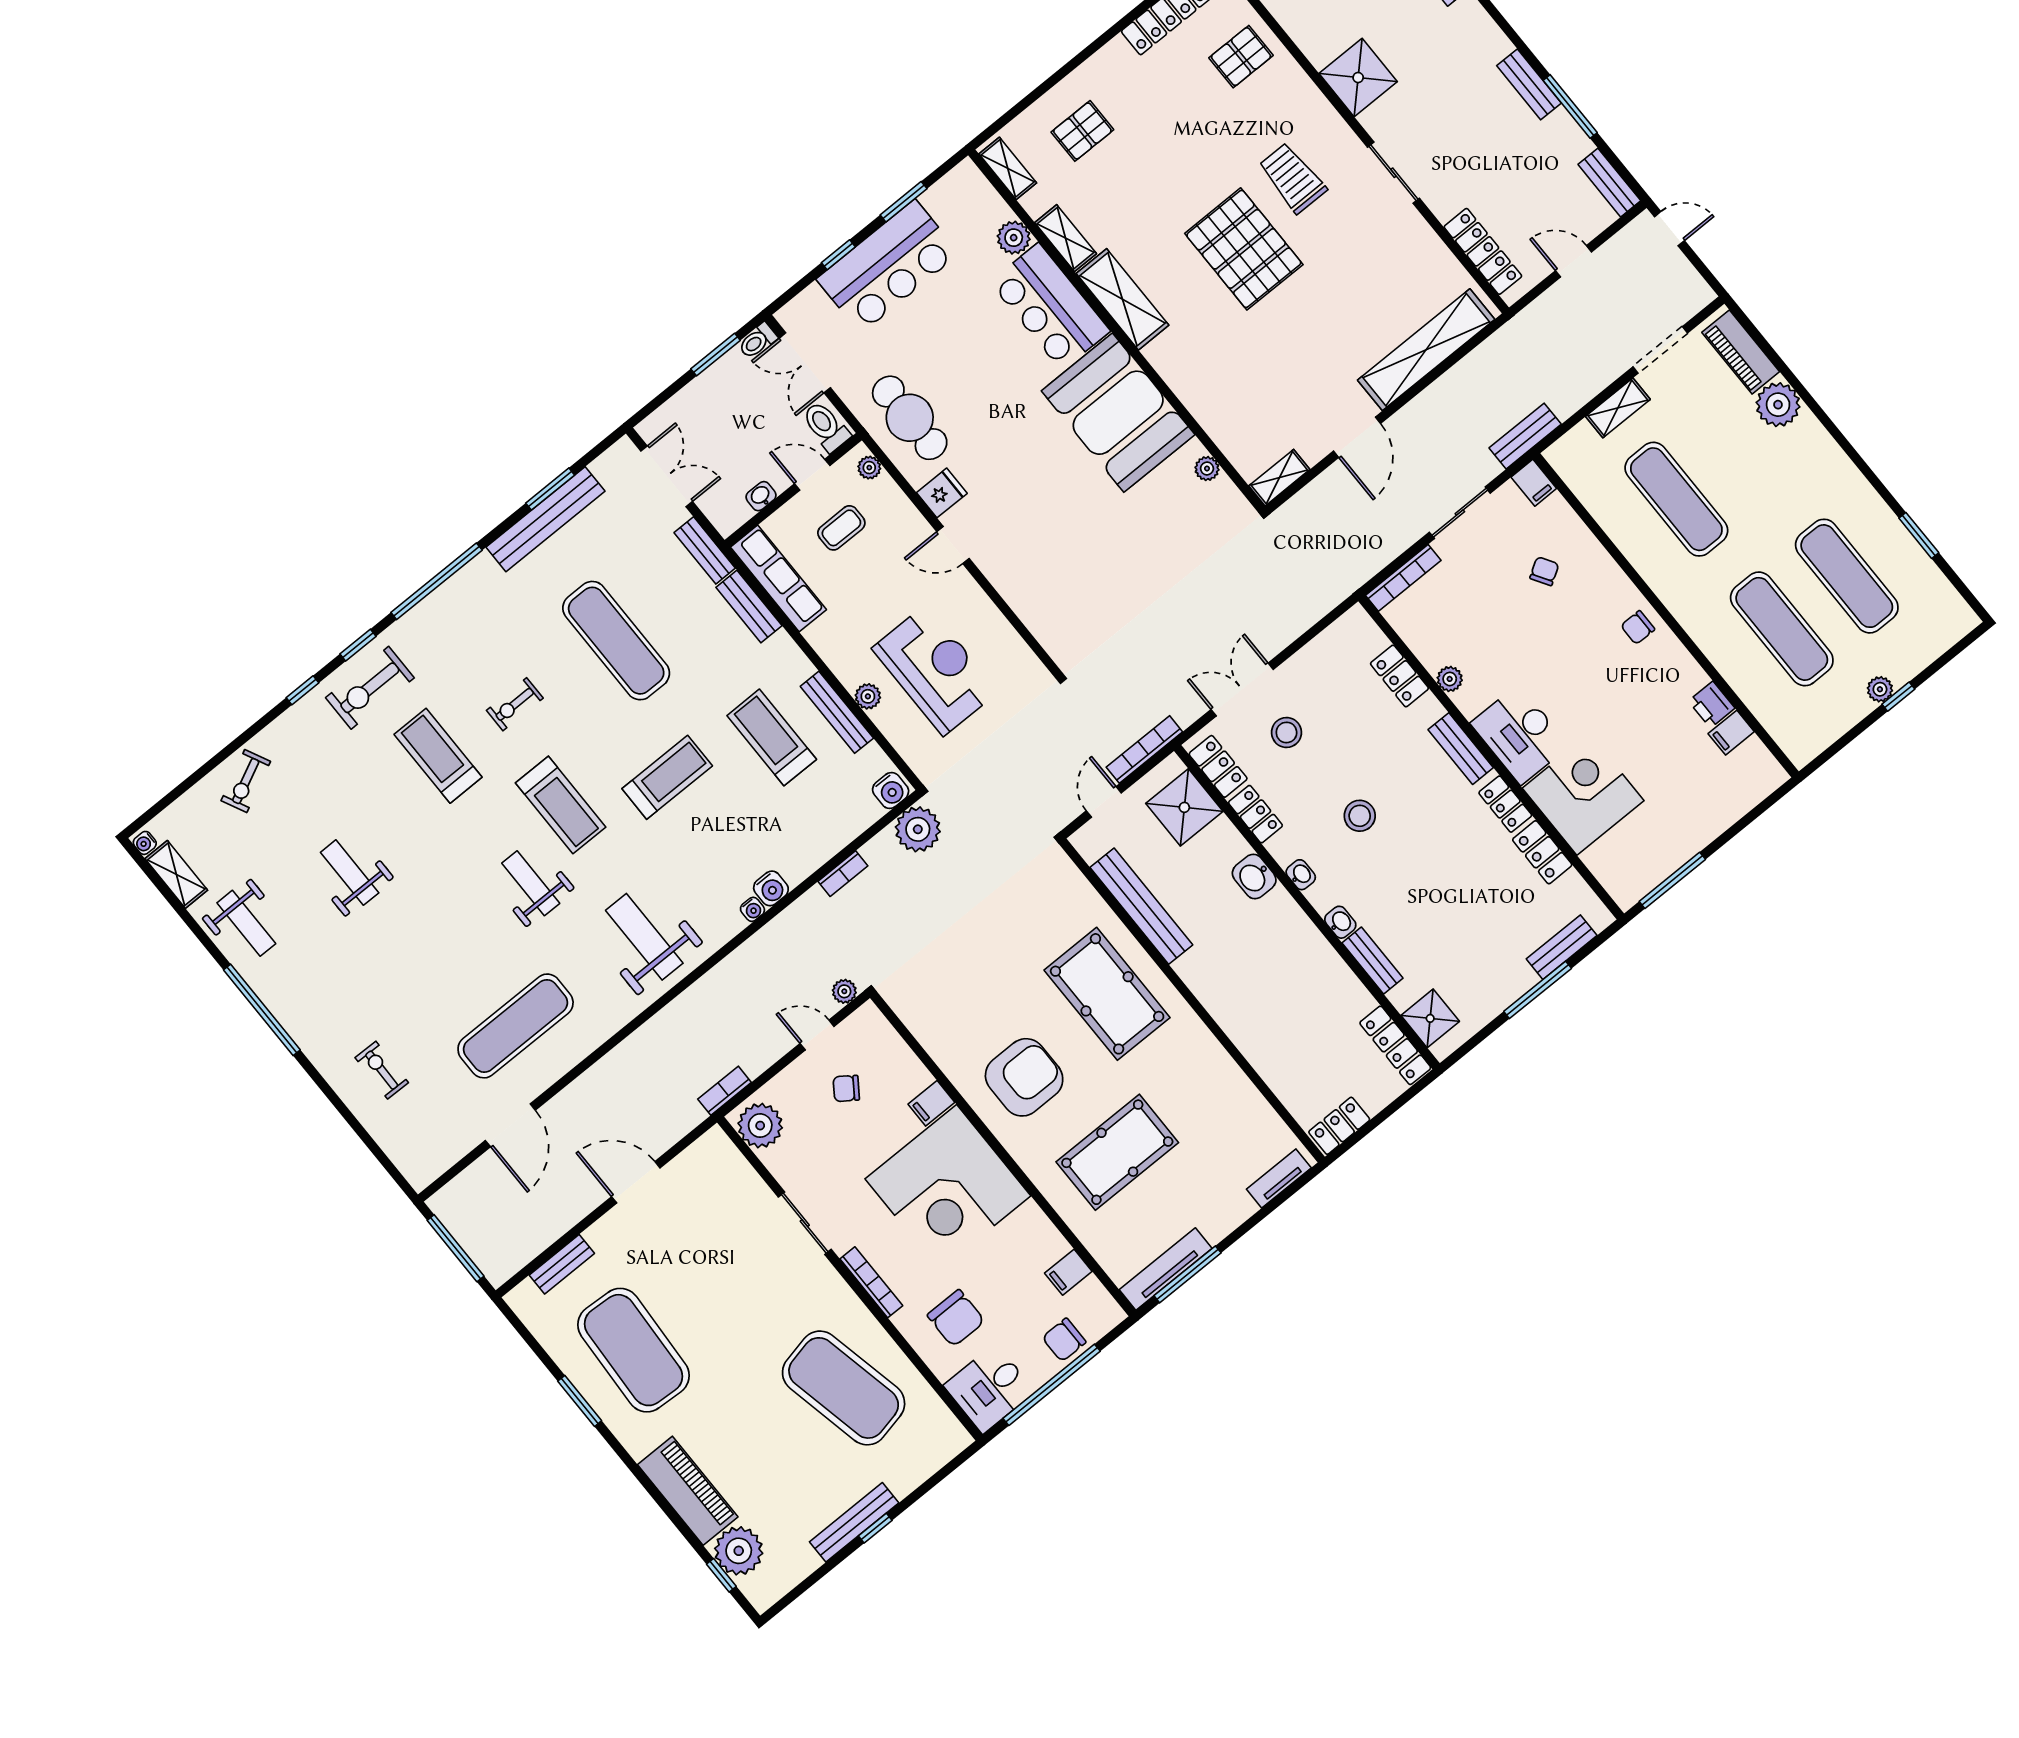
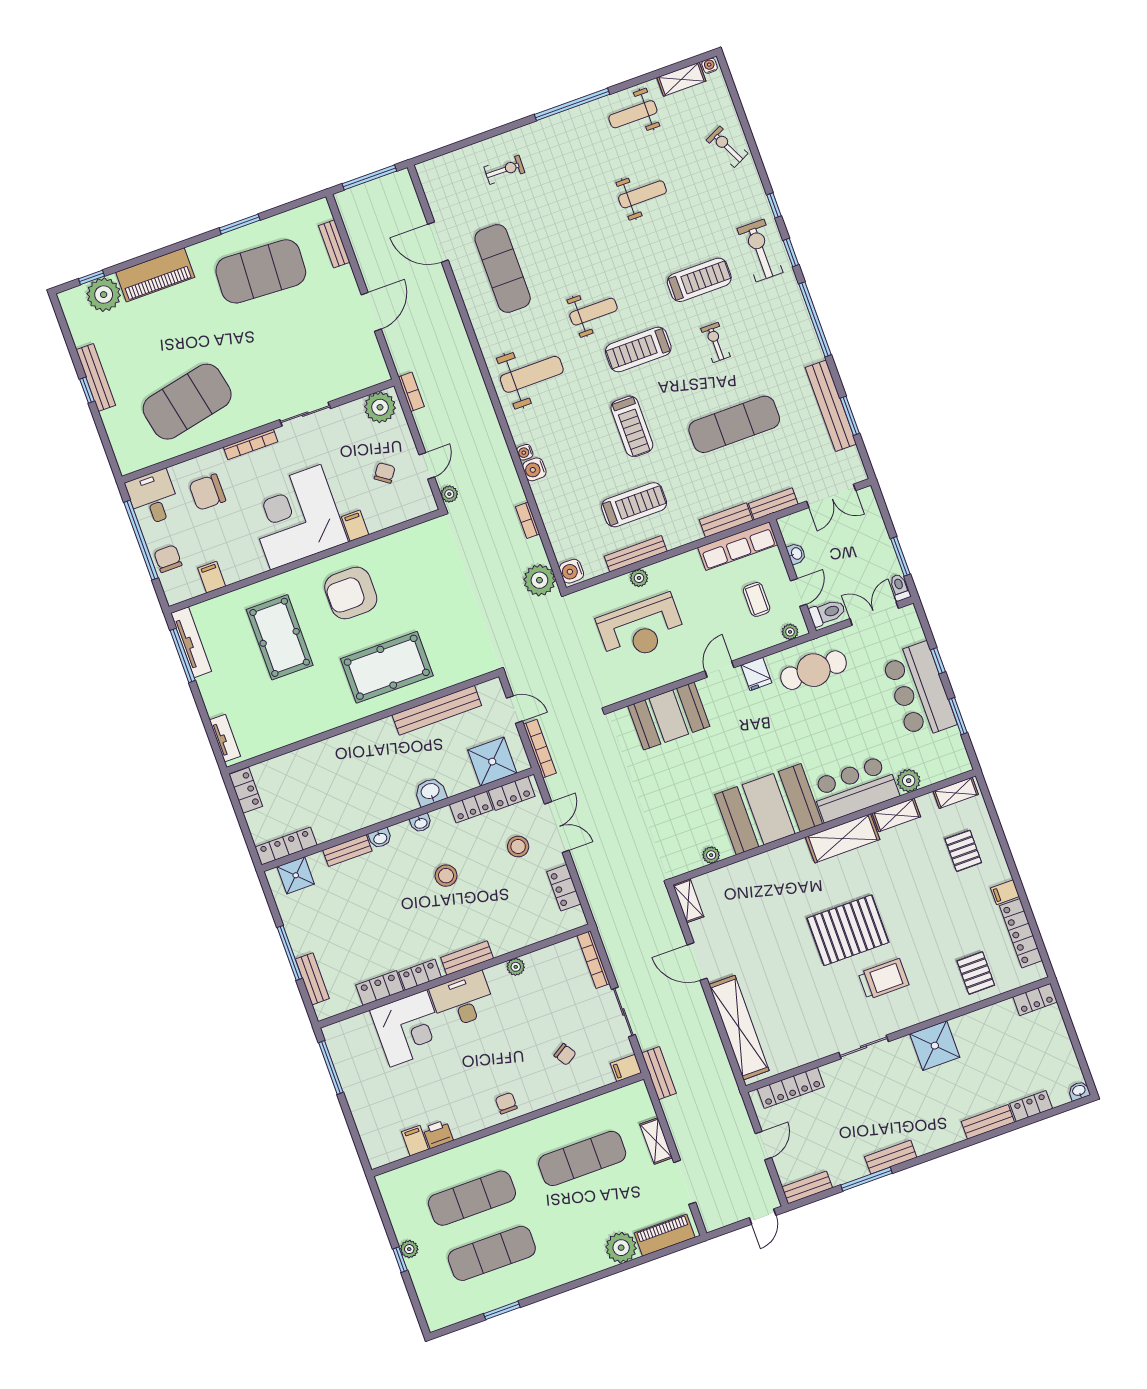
filing cabinet: (1119, 55) -> (1005, 892), added
booth: (1040, 591) -> (669, 716), added
locker: (1399, 676) -> (564, 888), moved, turned -90
armchair: (1024, 1077) -> (351, 593), turned 90

